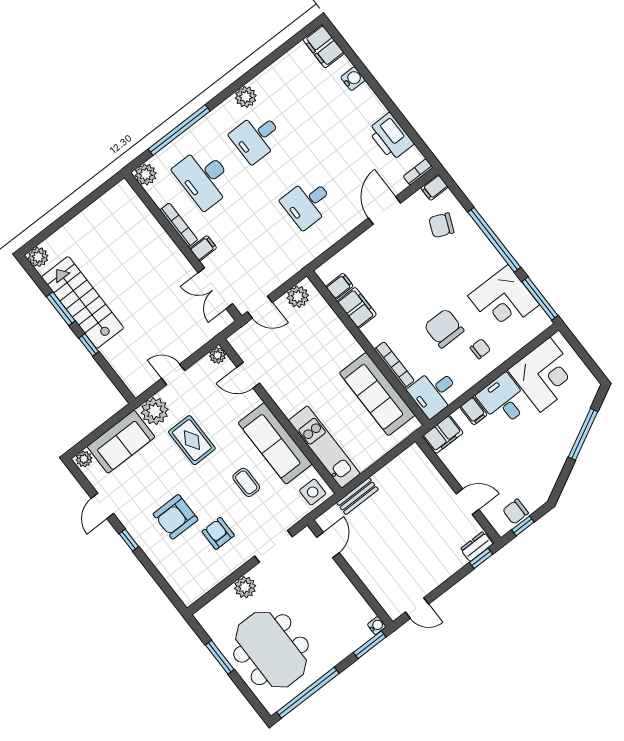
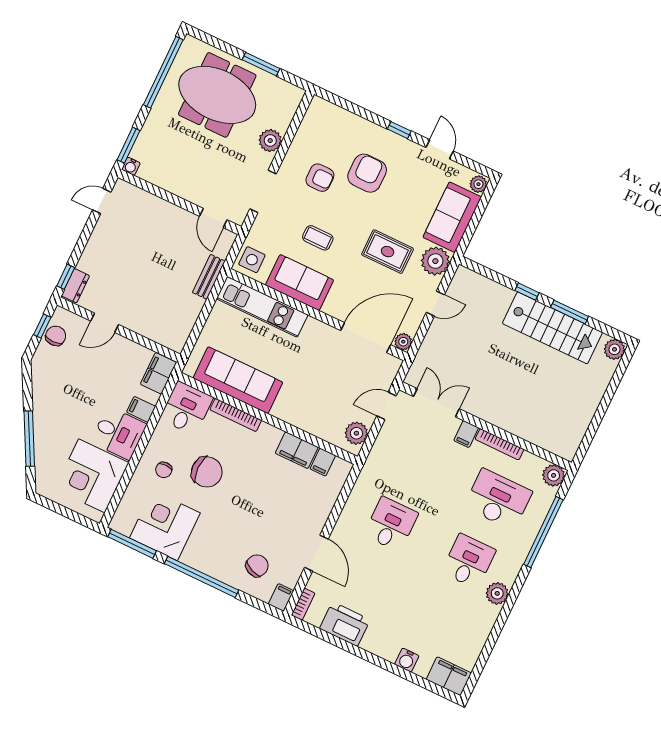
door: (248, 375) -> (366, 338), width x1.88
sofa: (275, 443) -> (300, 283), width x0.73

